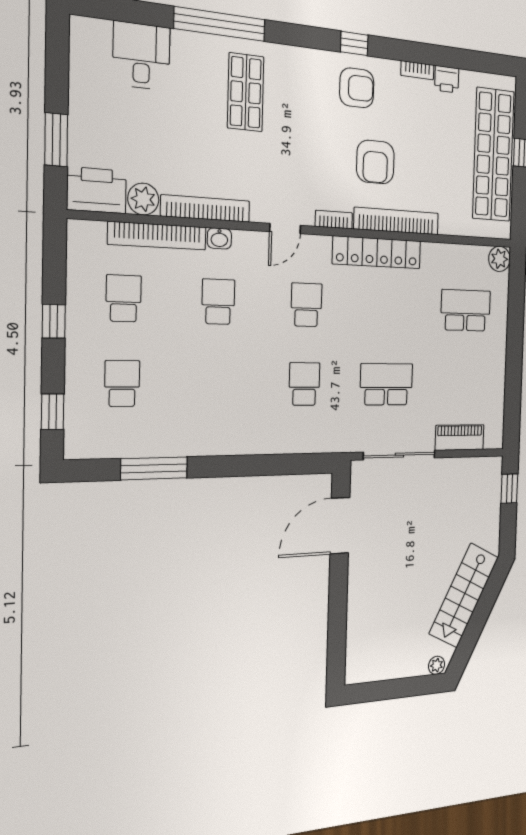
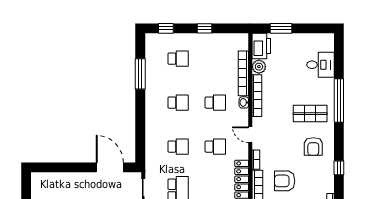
armchair: (357, 88) -> (313, 147), moved
school desk: (124, 298) -> (178, 103), moved

